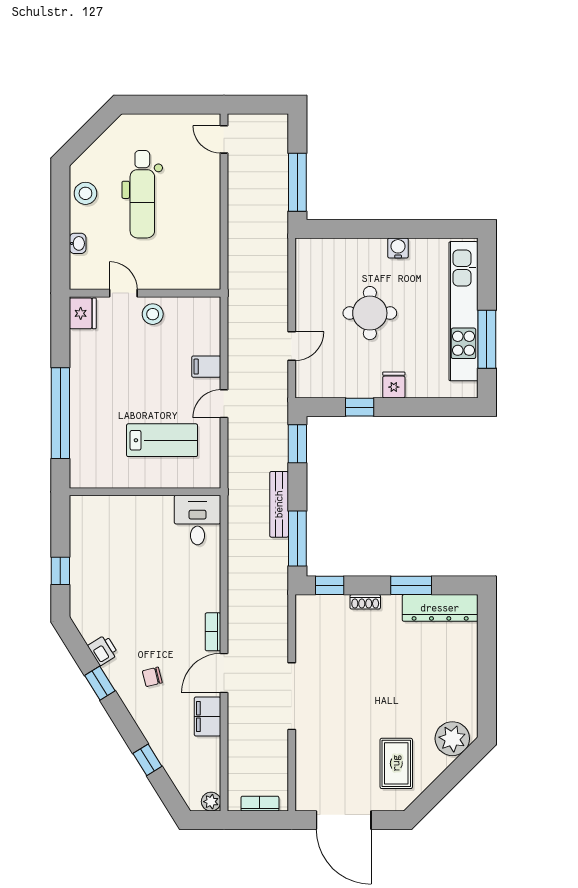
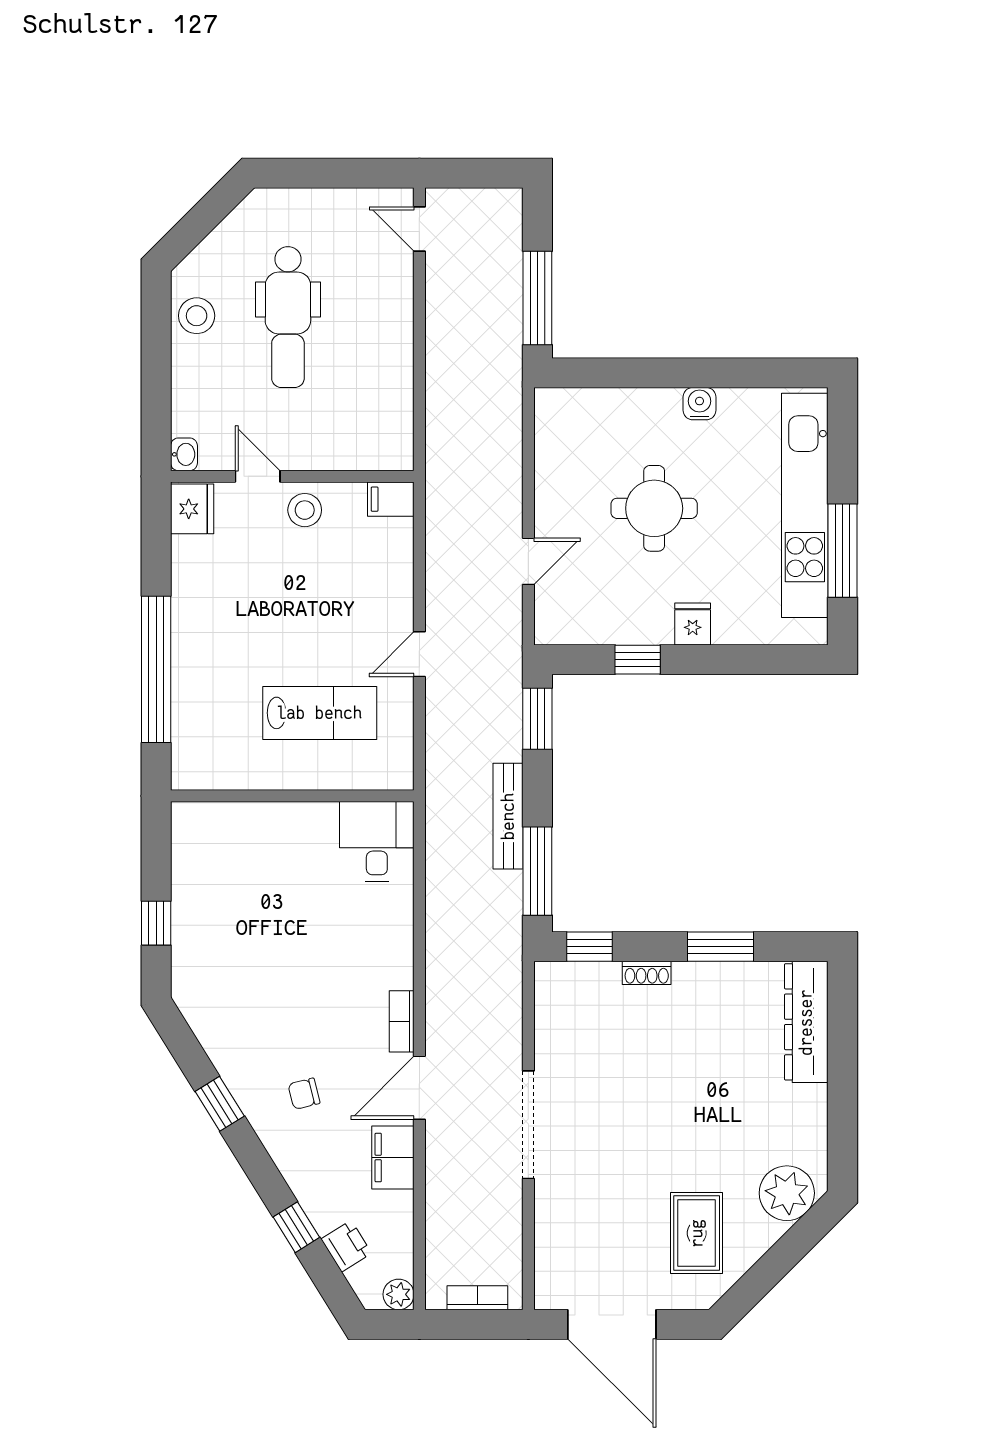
washbasin: (78, 243) -> (184, 454), moved
filing cabinet: (206, 367) -> (391, 499), moved
dresser: (440, 608) -> (806, 1022), moved, turned 90
printer: (103, 650) -> (346, 1246), moved

